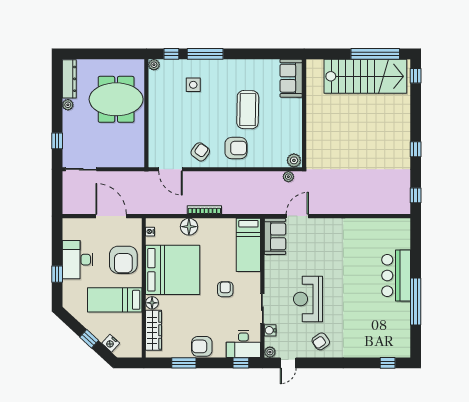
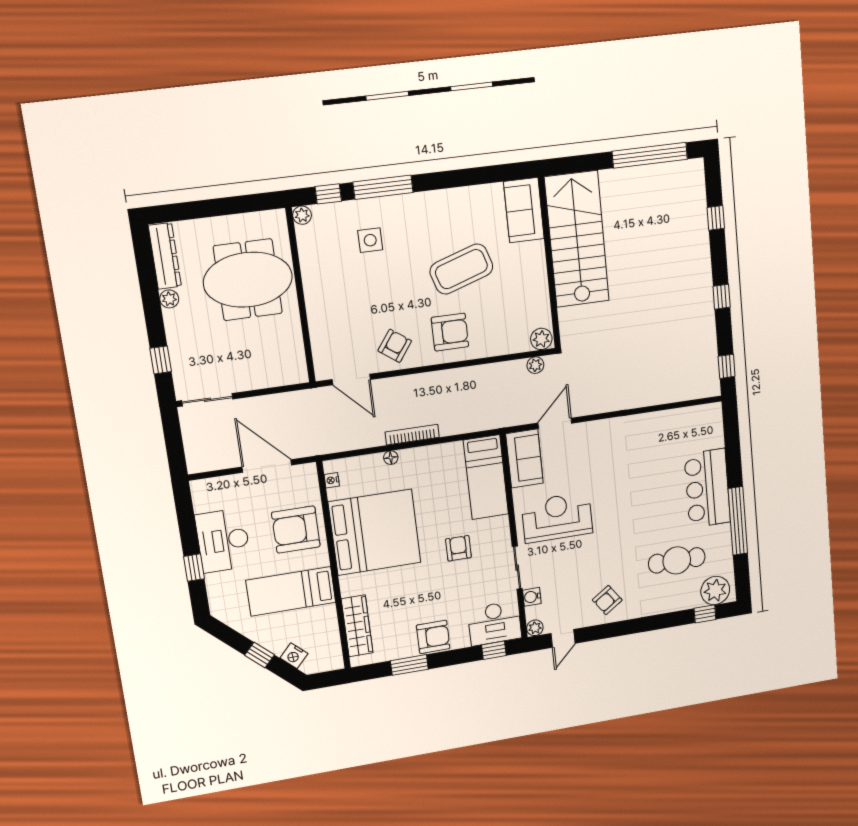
stairs: (365, 76) -> (577, 239), moved, turned -90
window: (416, 76) -> (716, 218), moved
coffee table: (248, 110) -> (461, 269), turned 71
floor lamp: (189, 227) -> (391, 458), width x0.53, depth x0.53
armchair: (123, 260) -> (296, 530), turned 90
reception desk: (308, 299) -> (557, 517), moved, turned 90
floor lamp: (152, 303) -> (349, 586), removed
cafe table: (371, 322) -> (677, 560), added
armchair: (202, 346) -> (433, 637), turned 180
plant: (396, 348) -> (715, 590), added

